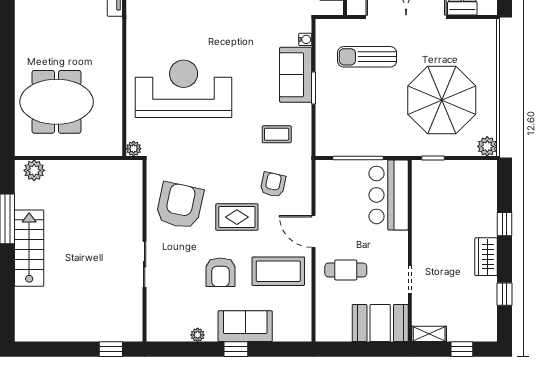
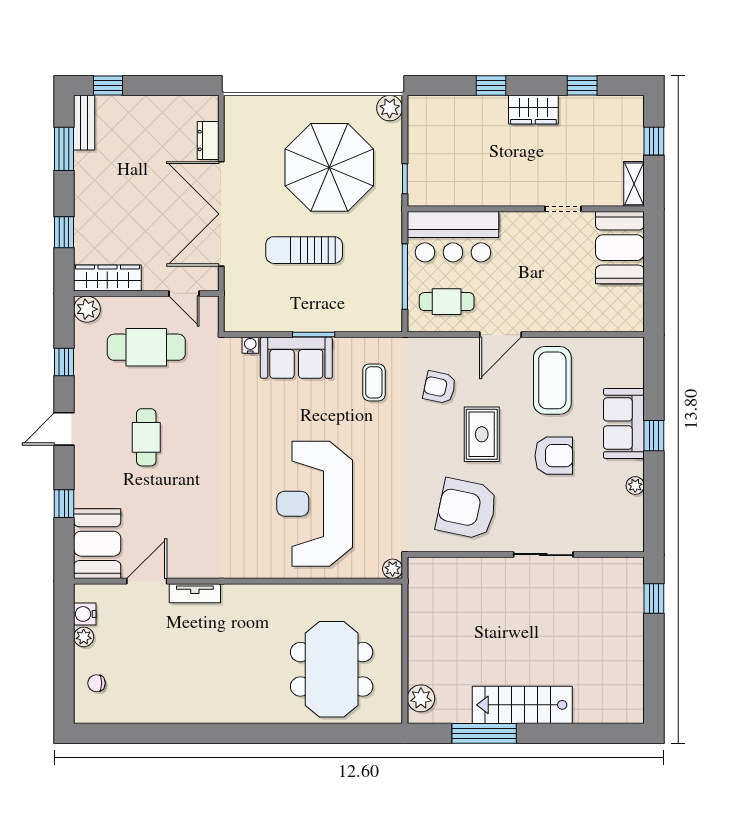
sun lounger: (367, 57) -> (304, 250), moved, turned 90
cafe table: (346, 270) -> (447, 302), moved, turned 90

